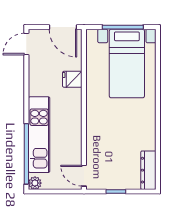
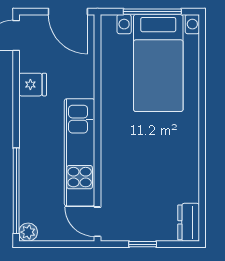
fridge: (72, 79) -> (33, 85), moved, turned 180
kitchen unit: (39, 135) -> (80, 152), moved, turned 180
dresser: (148, 170) -> (189, 222), width x0.70

